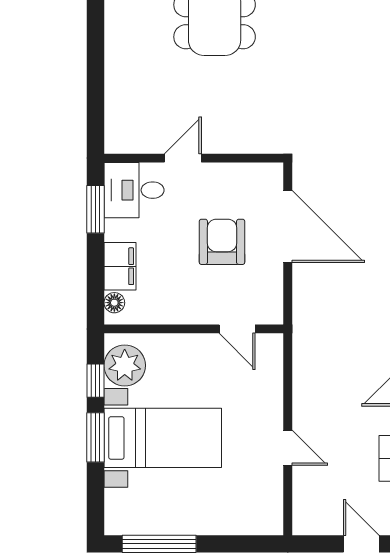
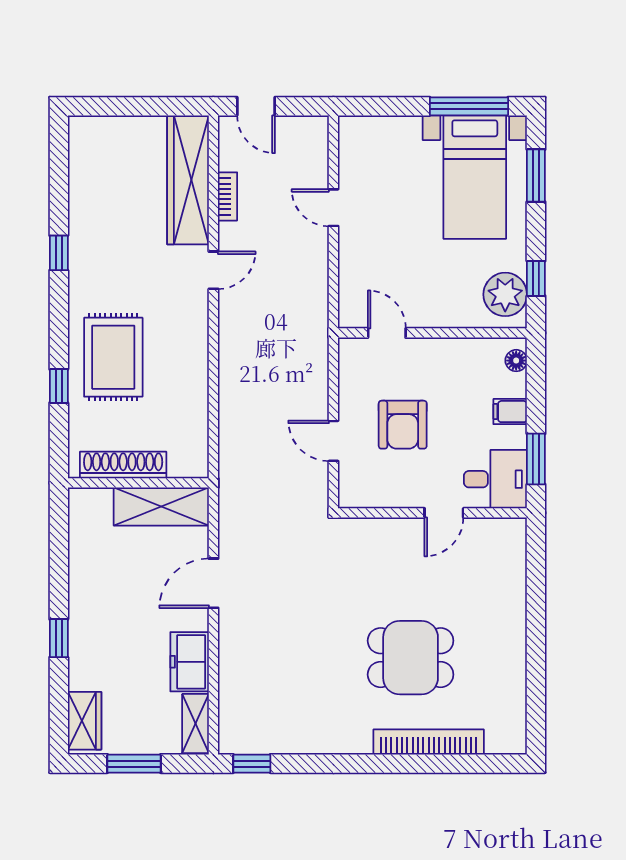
door: (288, 226) -> (333, 441), width x0.53
filing cabinet: (120, 266) -> (510, 412), width x0.50
window: (96, 437) -> (536, 176), moved
bed with nightstands: (163, 438) -> (475, 177), moved, turned -90

